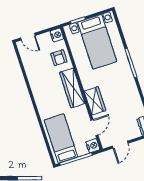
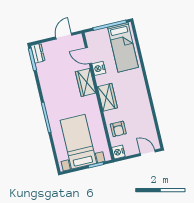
armchair: (59, 58) -> (118, 129), turned 180
wardrobe: (72, 88) -> (107, 97), width x0.67
door: (94, 128) -> (88, 56), hinge flipped
nightstand: (93, 146) -> (99, 68), moved

